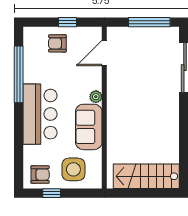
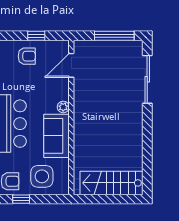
armchair: (57, 43) -> (27, 56), turned 180

